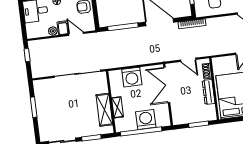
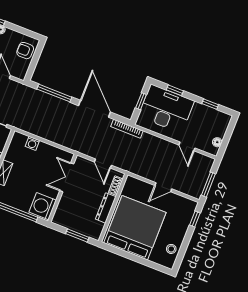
washing machine: (132, 77) -> (32, 143), width x0.53, depth x0.53
double door: (167, 85) -> (67, 177), width x0.73
washing machine: (146, 119) -> (43, 206), moved, turned -90

